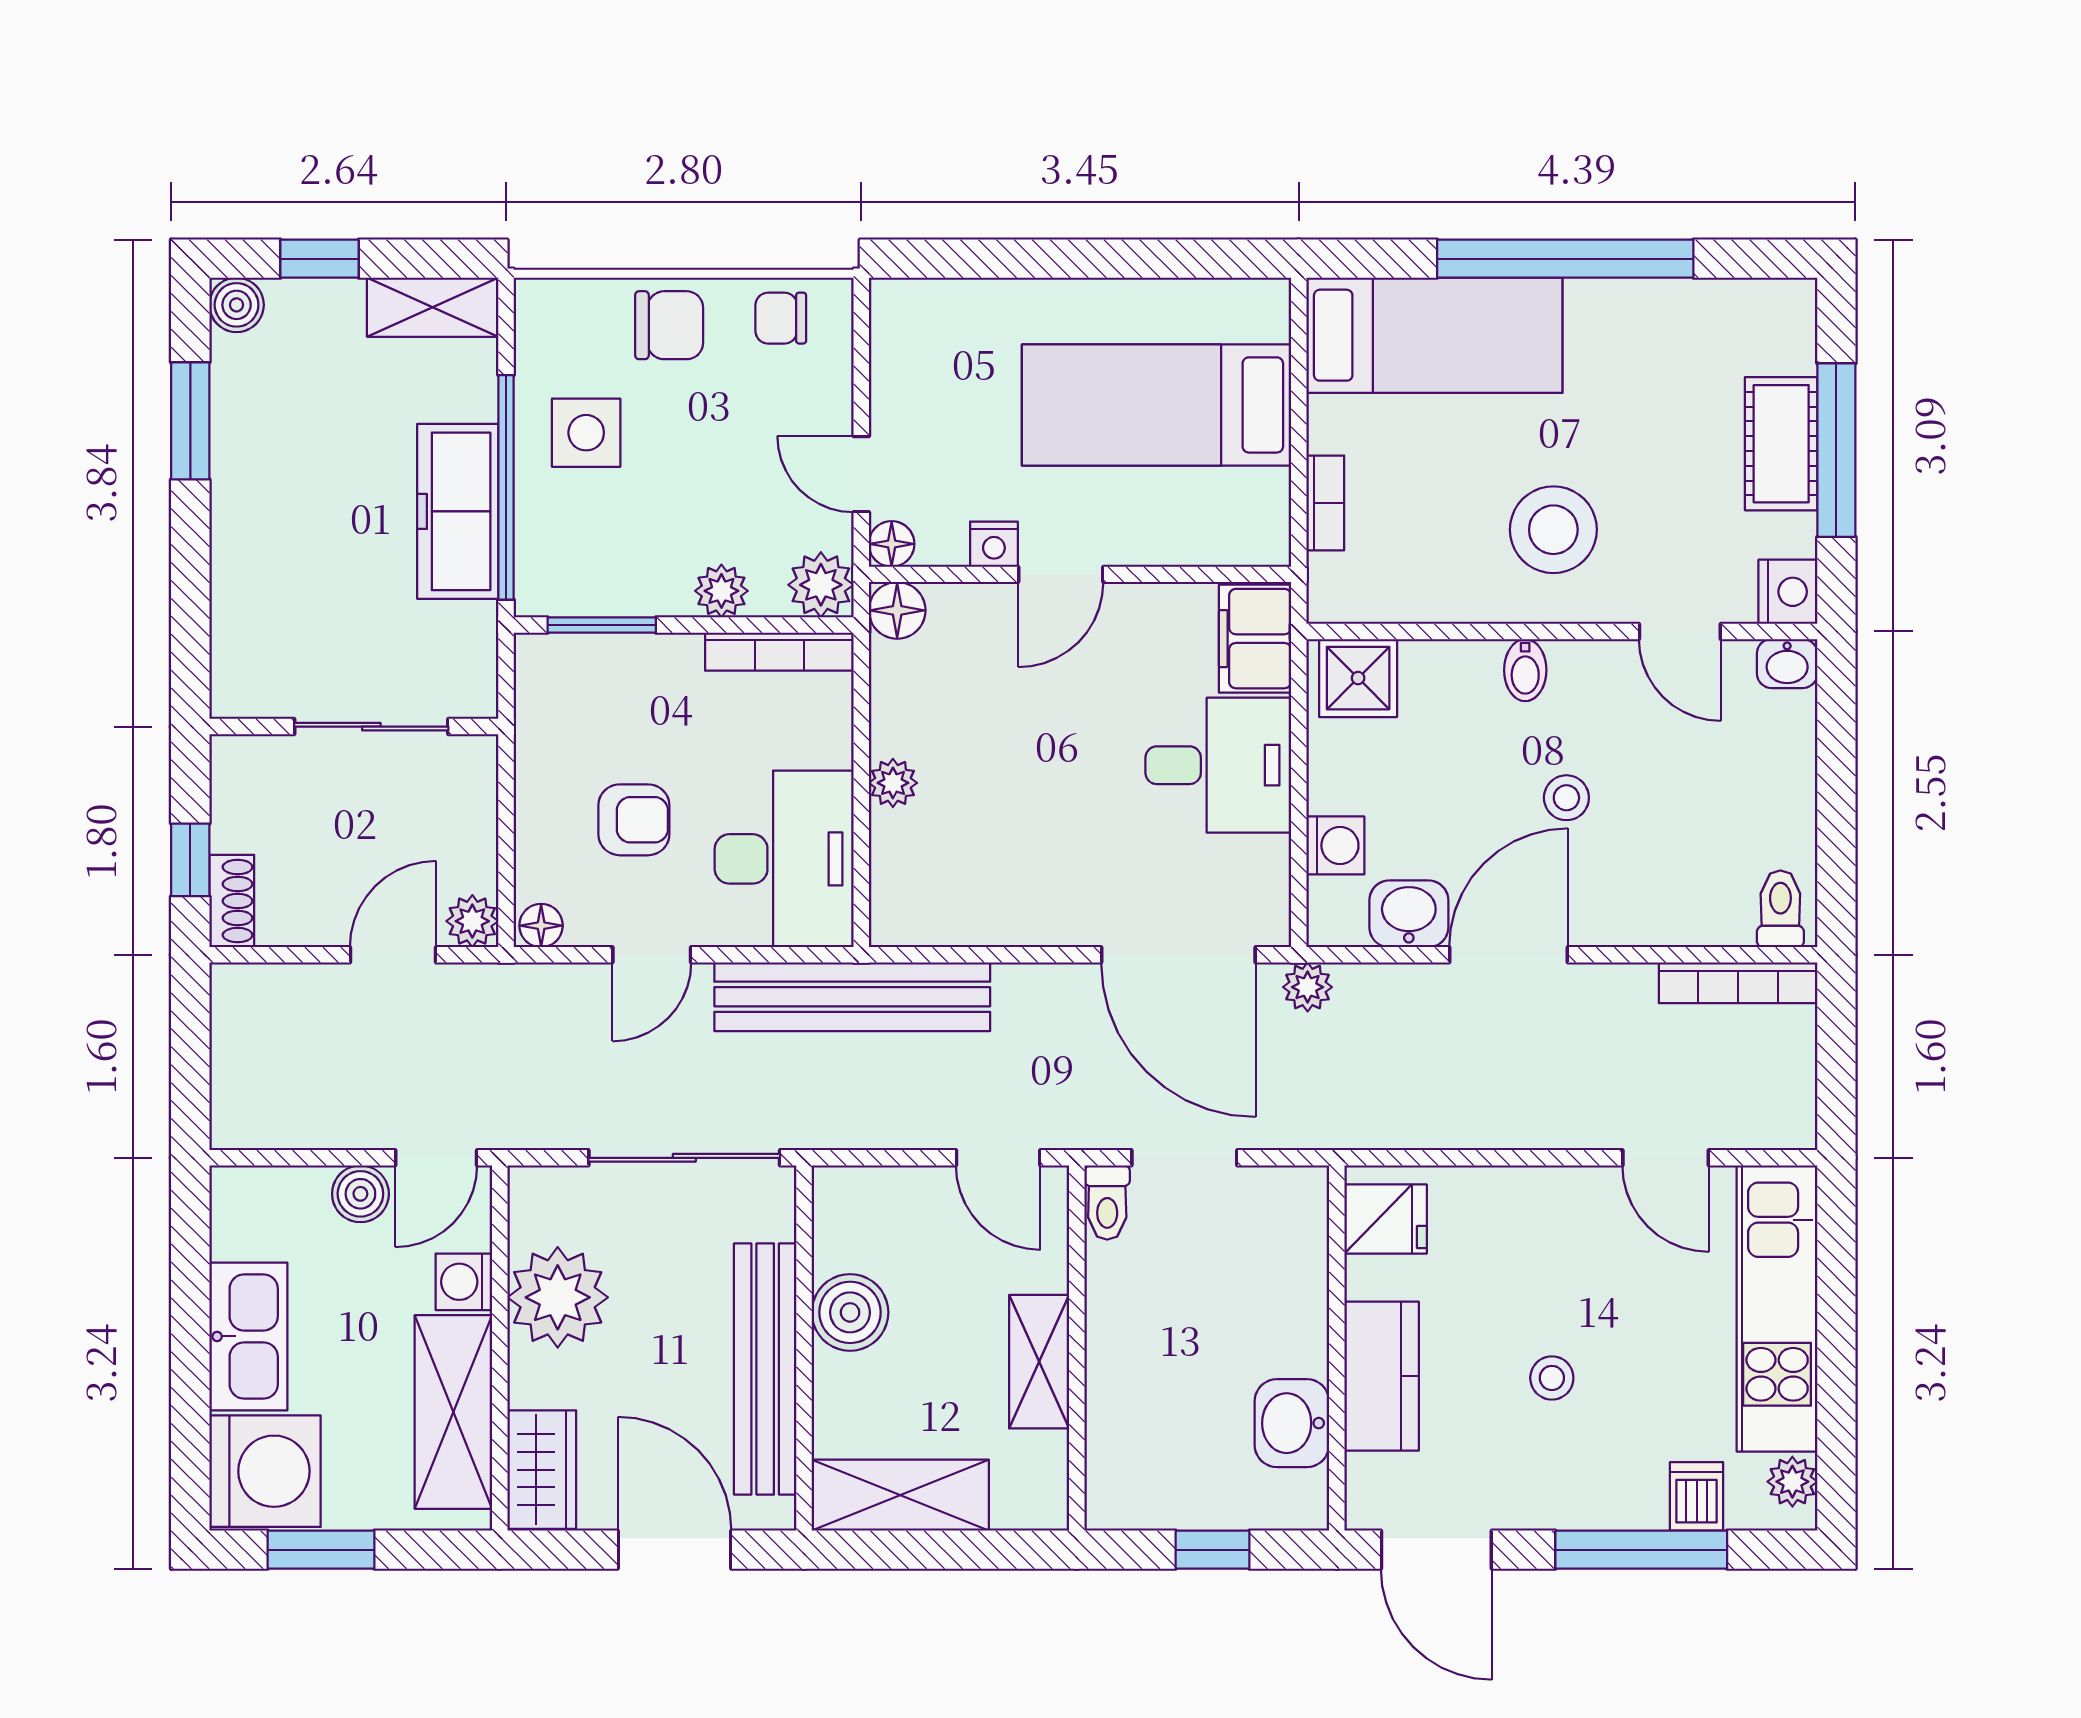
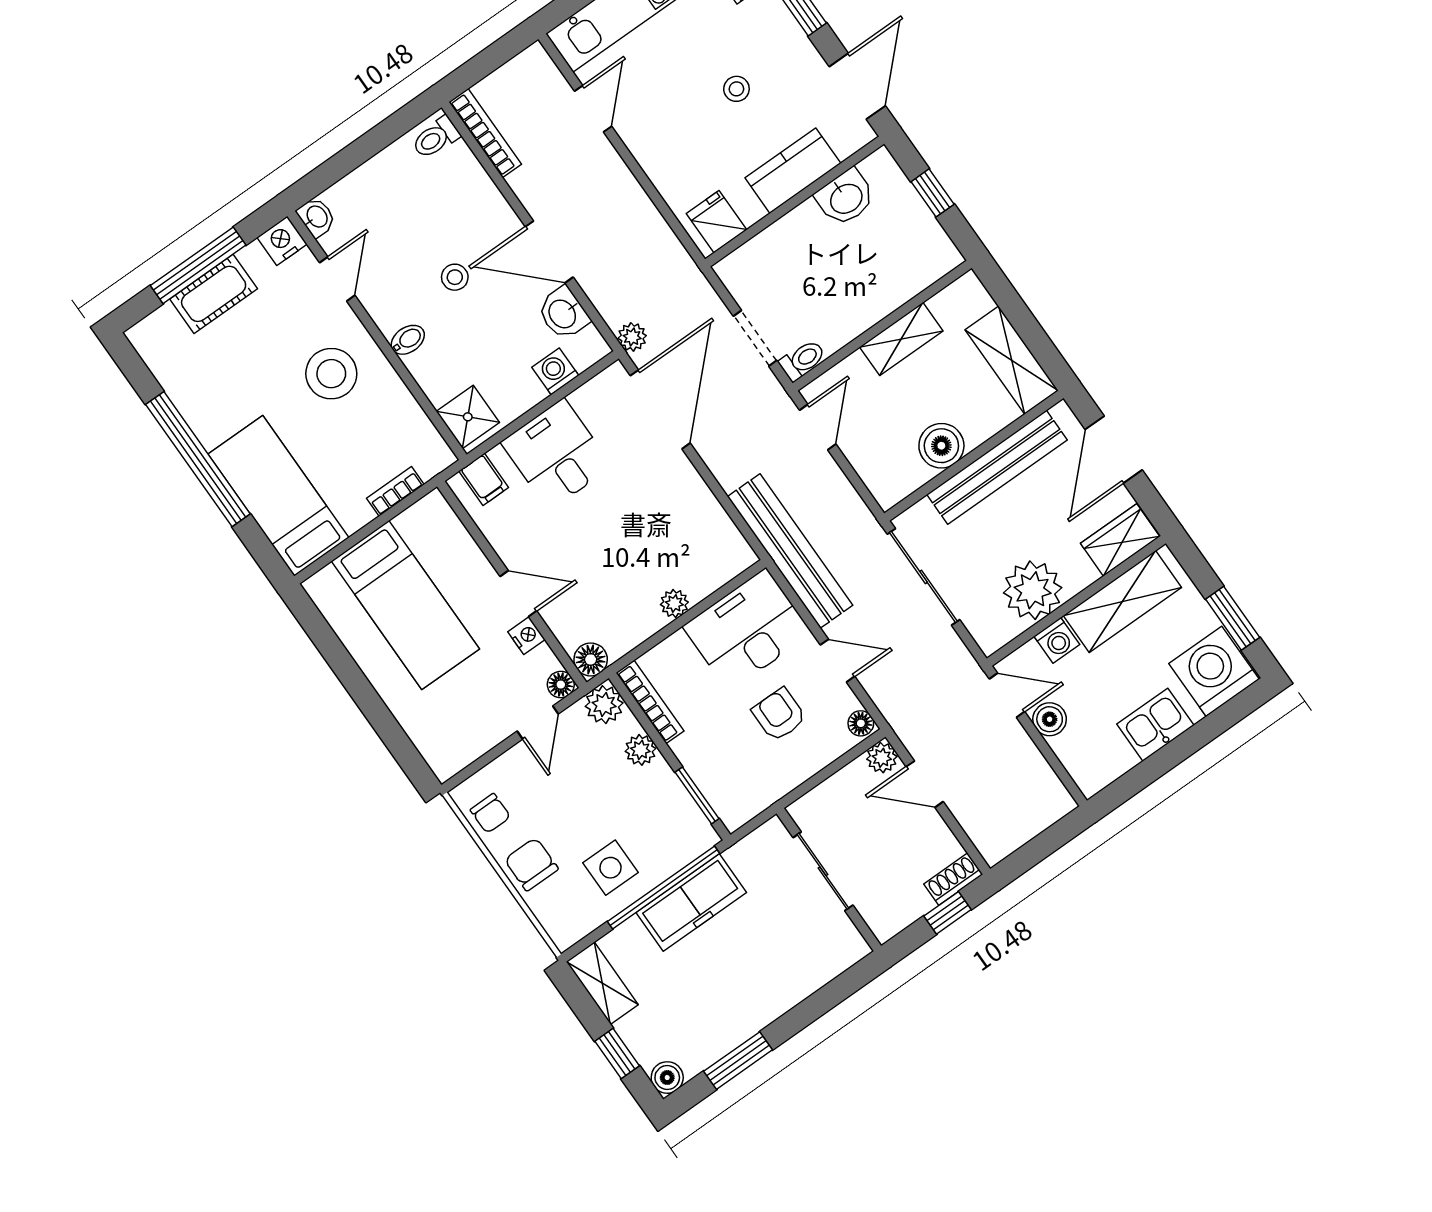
filing cabinet: (1255, 639) -> (484, 479), width x0.50
kitchen sink: (248, 1336) -> (1155, 725), width x0.73

